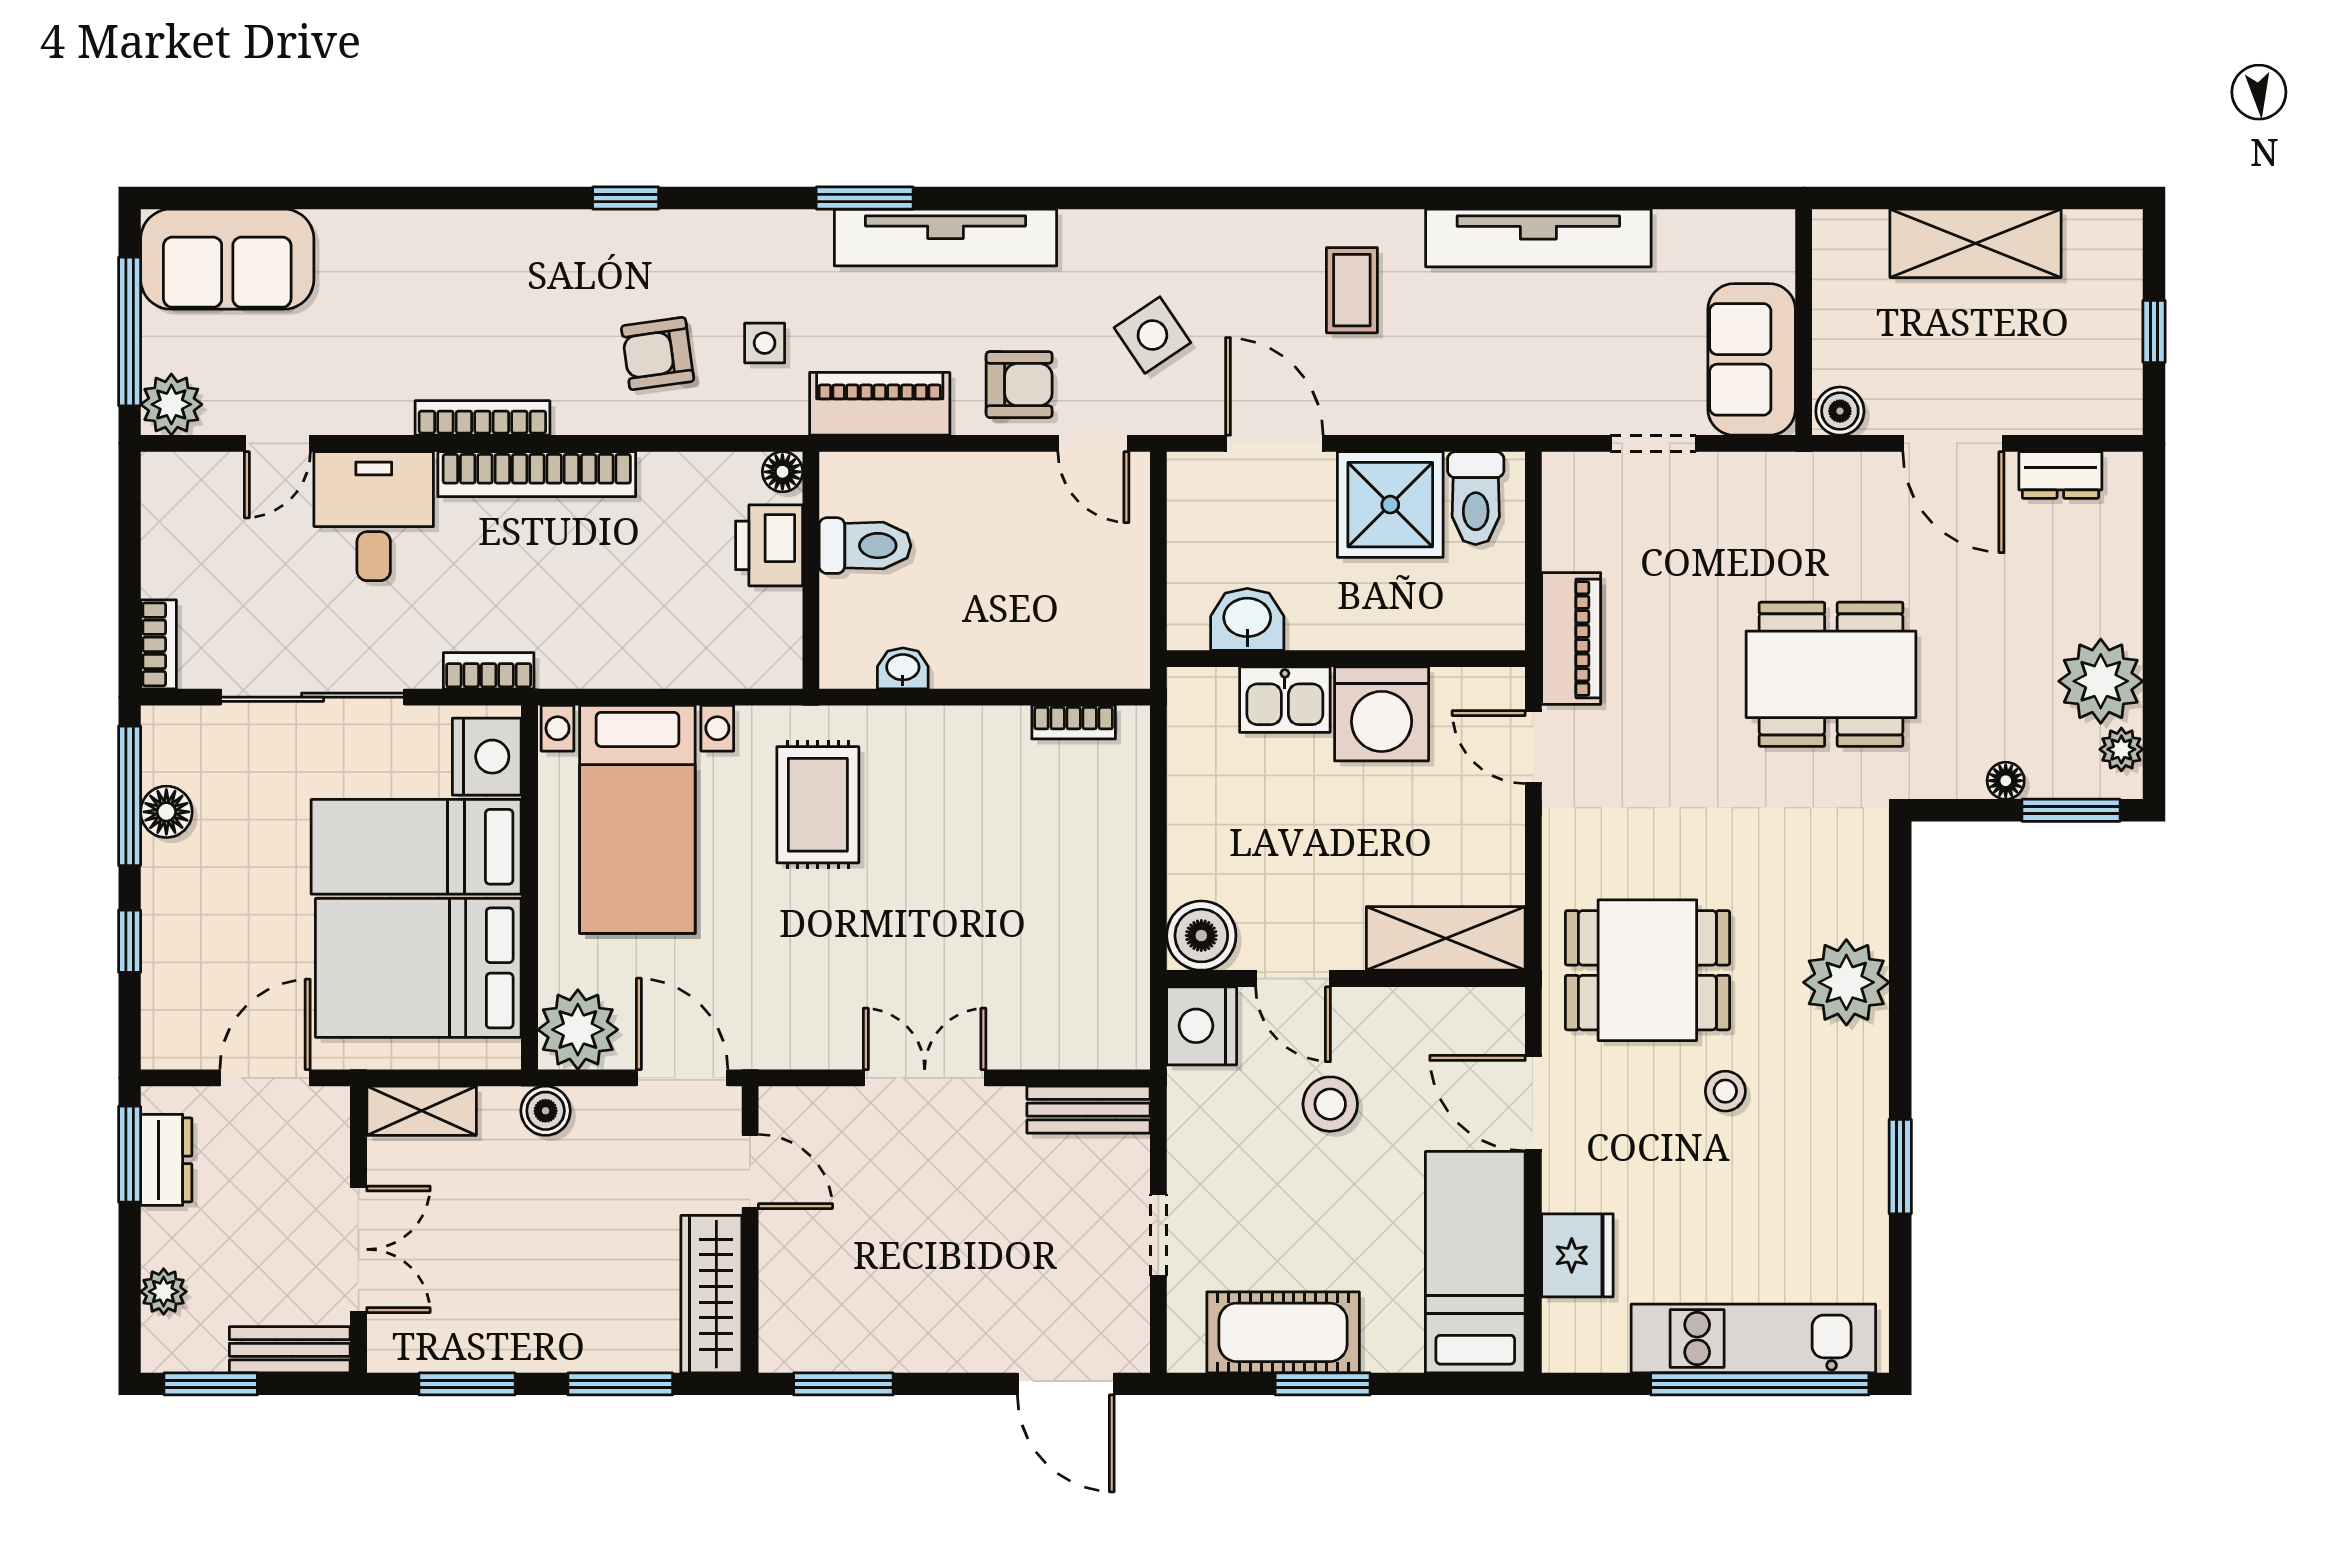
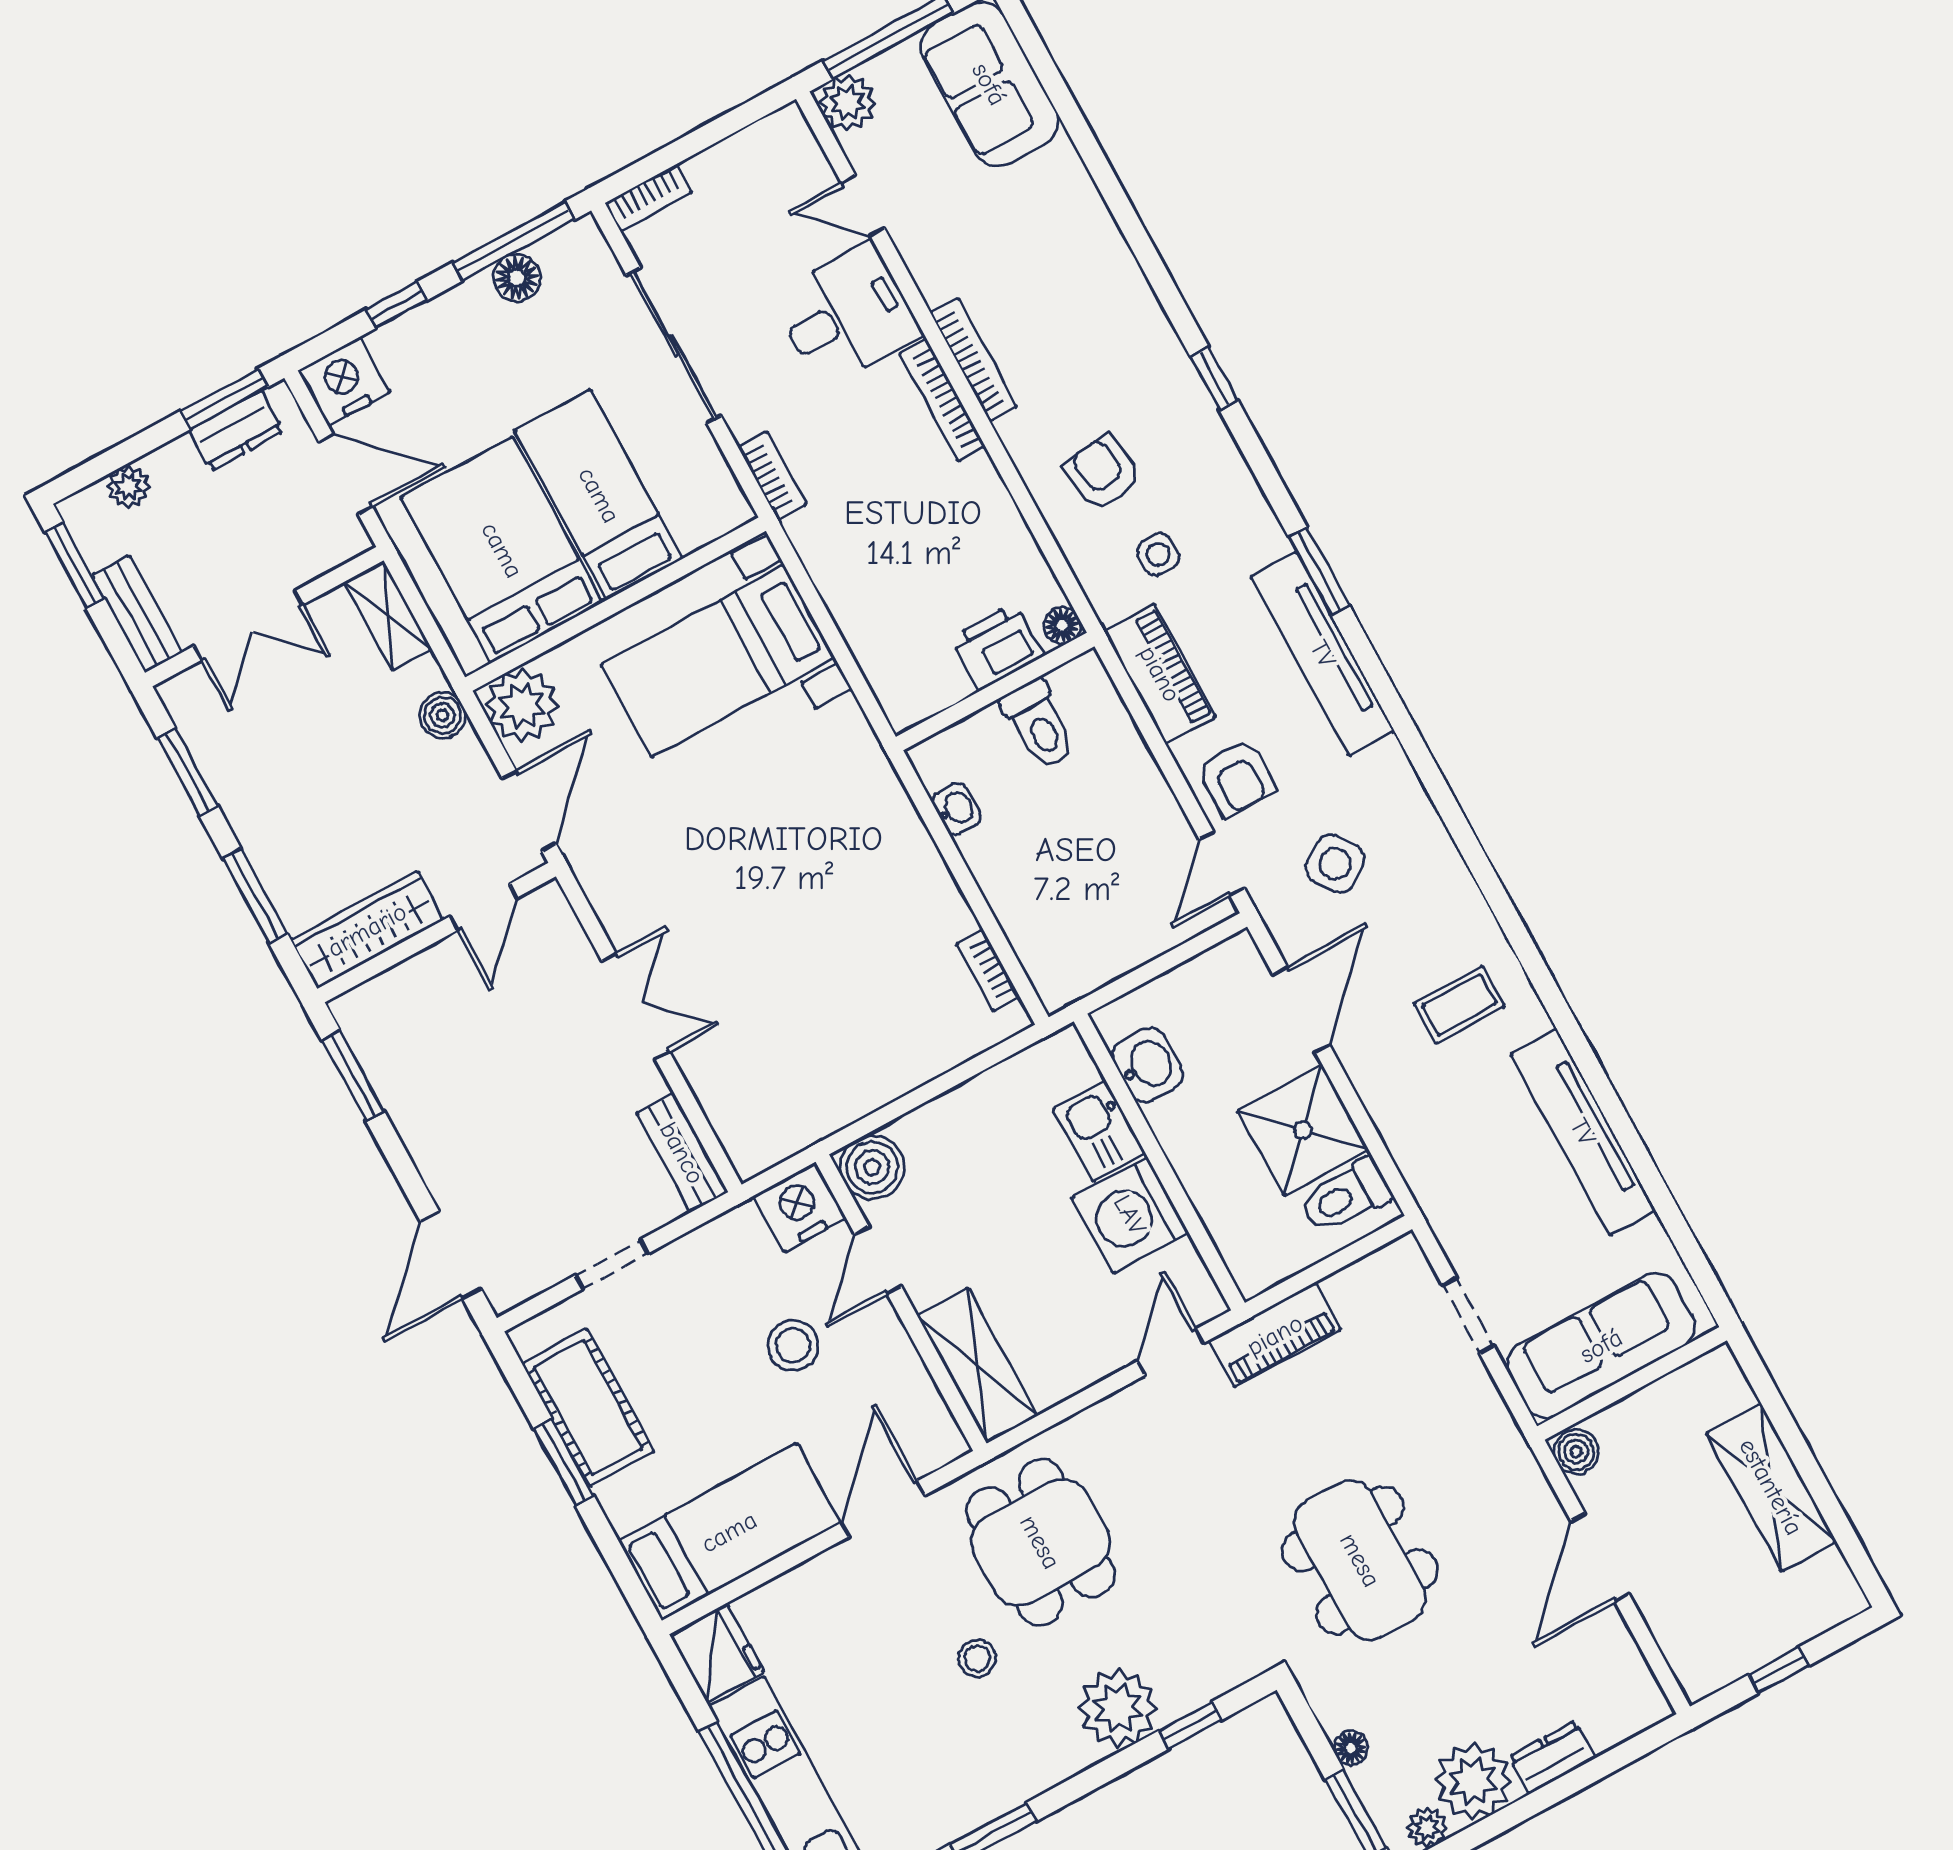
sofa: (1752, 359) -> (1601, 1346), width x1.36
bookcase: (537, 474) -> (942, 400), width x0.68, depth x0.76
dresser: (2060, 475) -> (1552, 1757), moved, turned 90
nightstand: (487, 757) -> (344, 381), moved, turned 180
rug: (818, 805) -> (809, 800), removed
window: (1900, 923) -> (1190, 1725), added
fridge: (1577, 1255) -> (717, 1654), moved, turned -90

